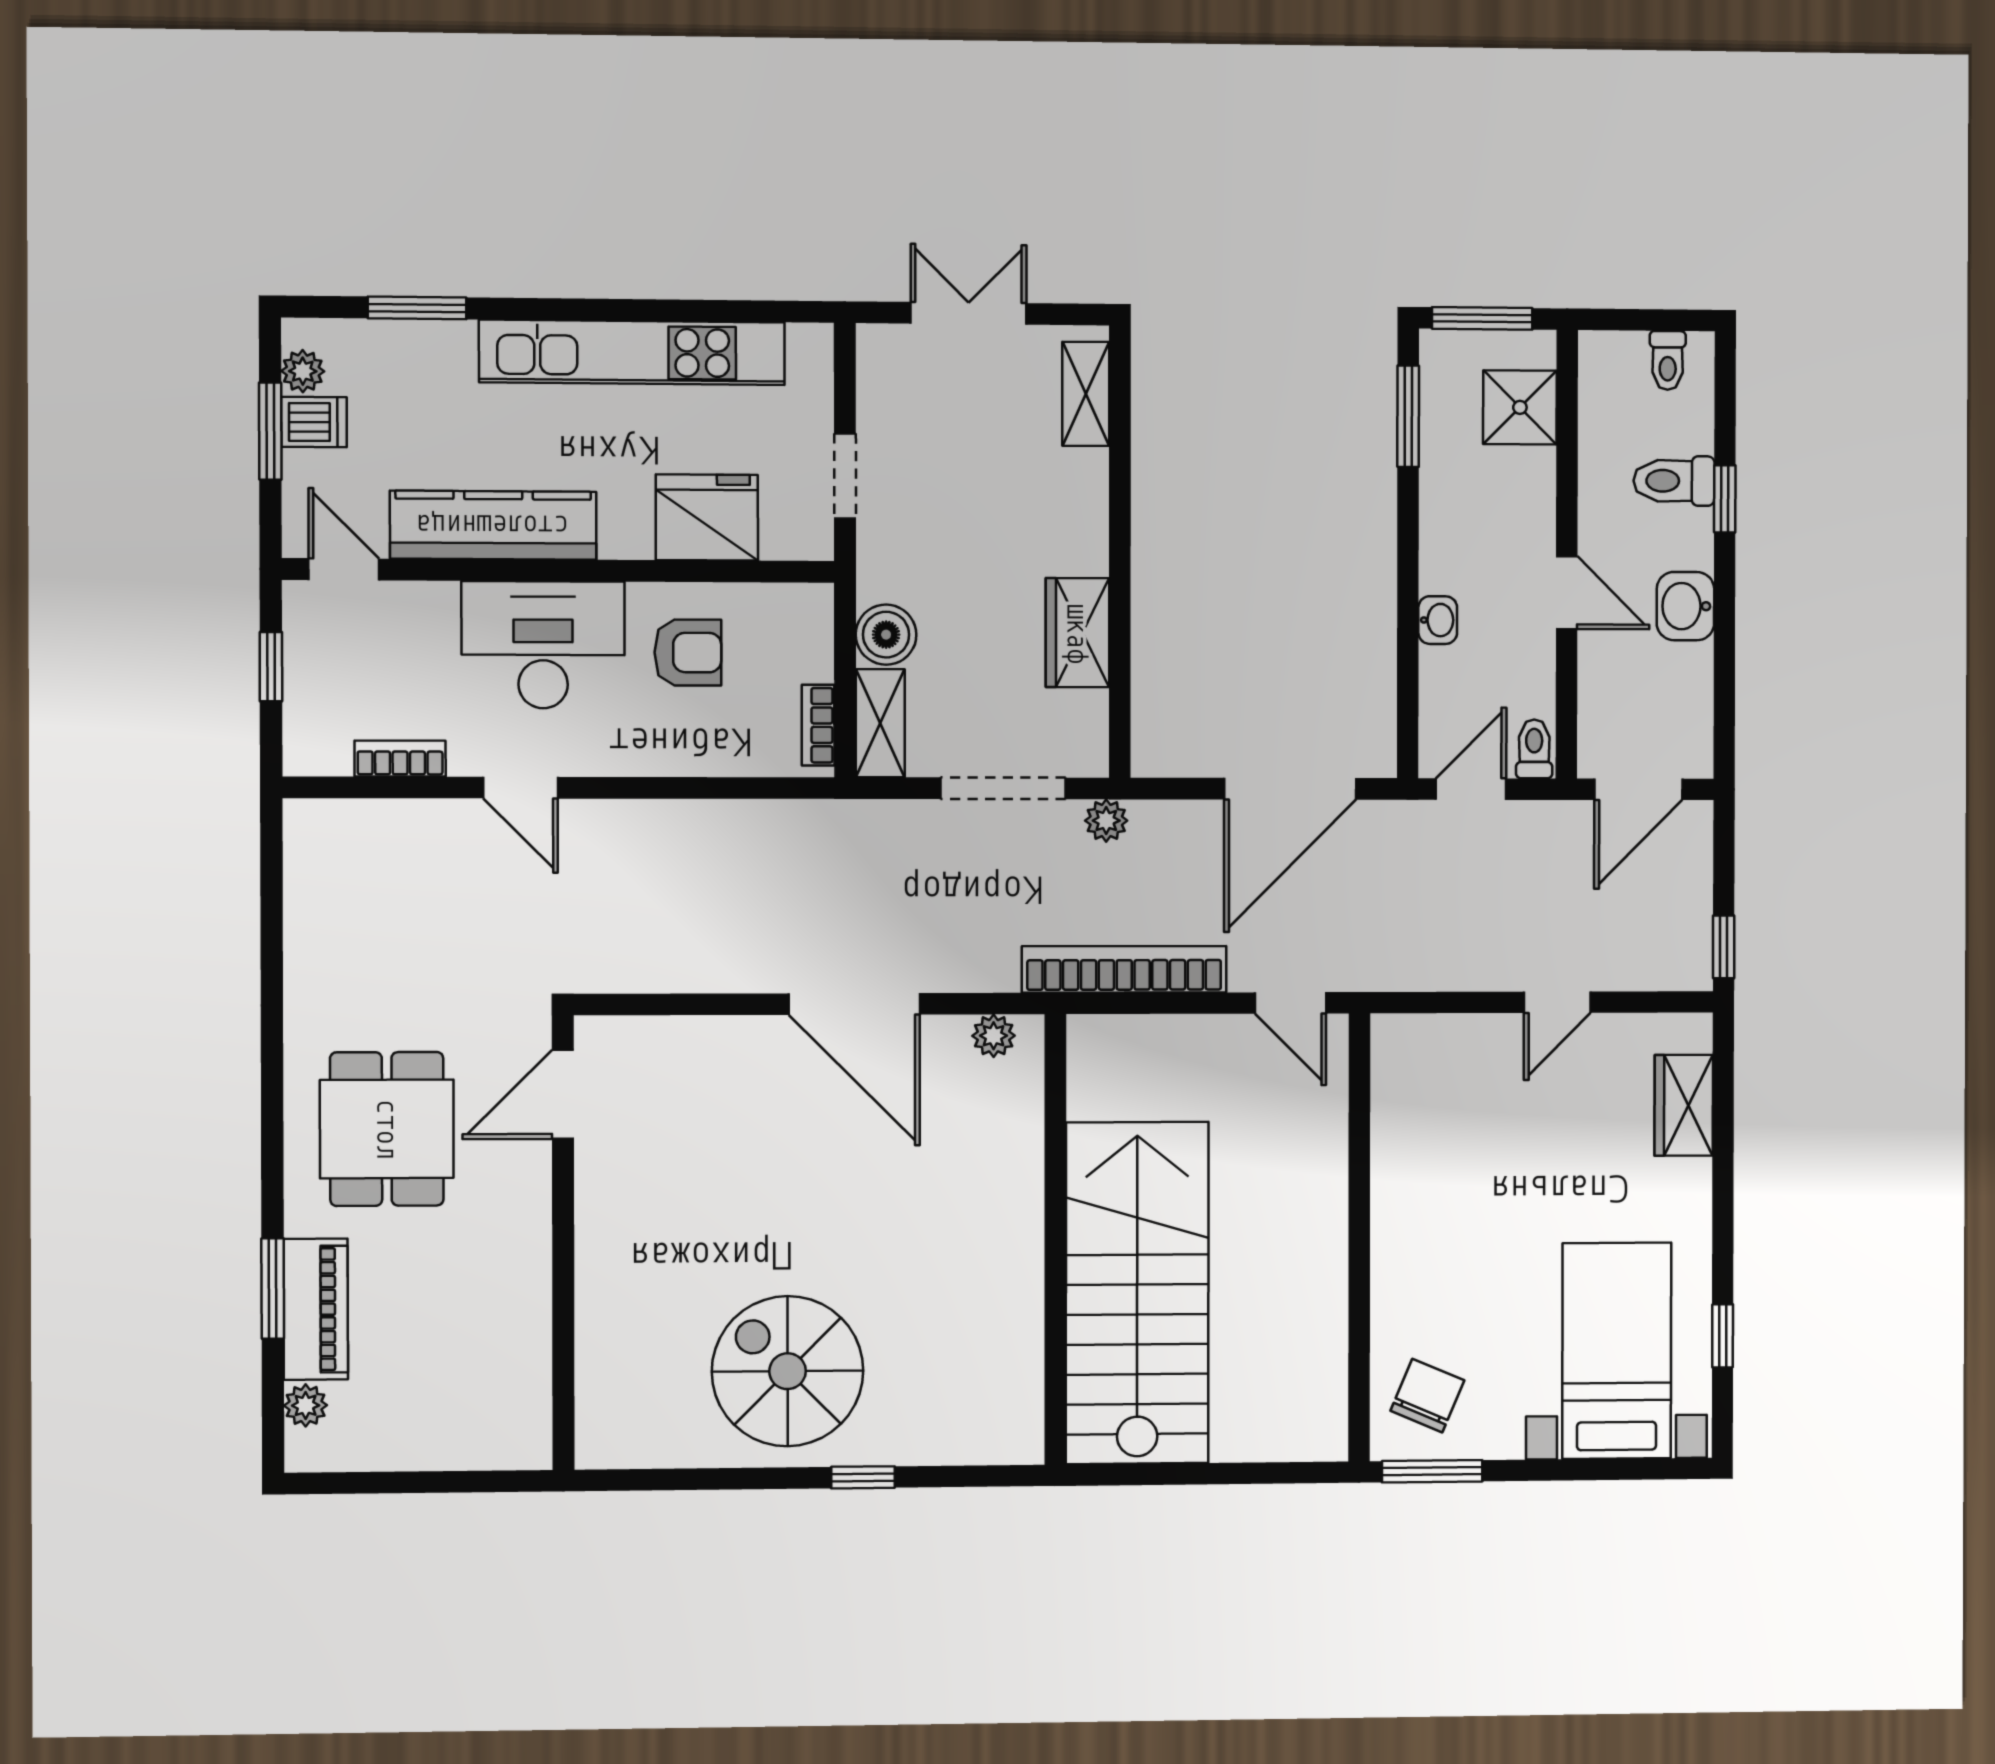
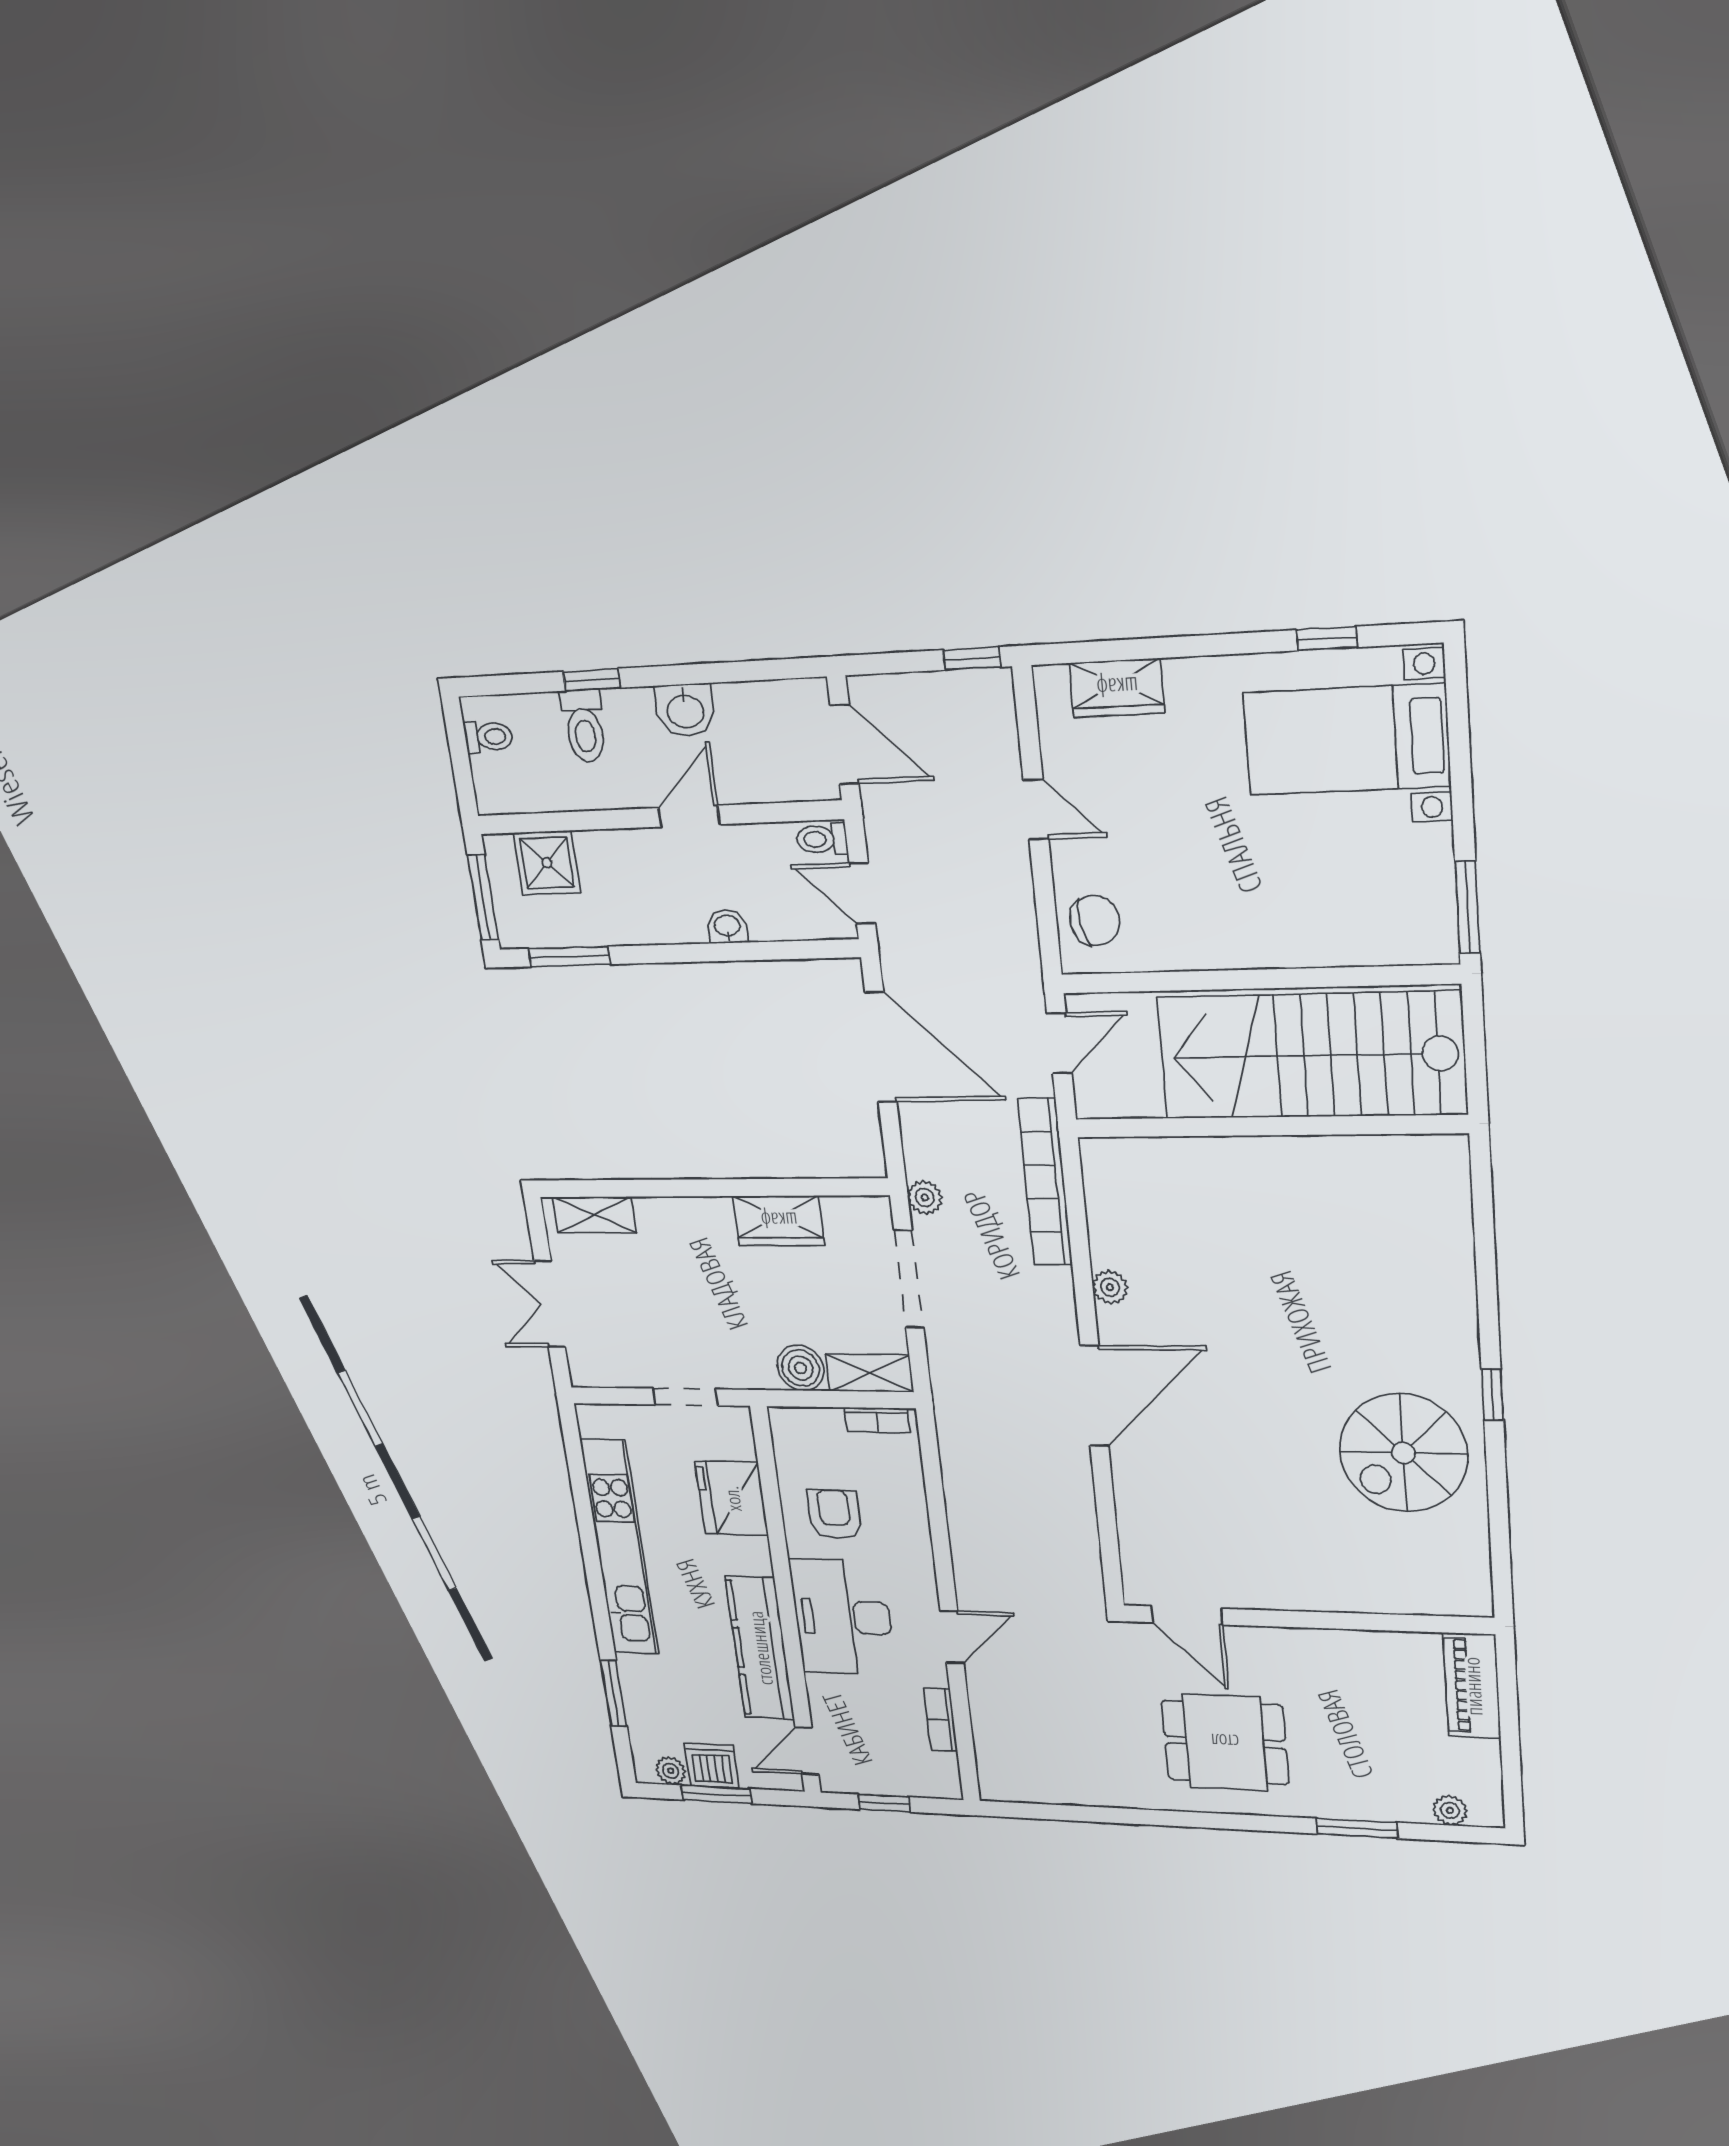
dishwasher: (314, 422) -> (712, 1766), width x1.38
wall: (1055, 1240) -> (1269, 1126), moved
stairs: (1137, 1293) -> (1312, 1056), moved
piano: (316, 1309) -> (1472, 1686), moved, turned -90
chair: (1427, 1396) -> (1095, 921), moved, turned 147

